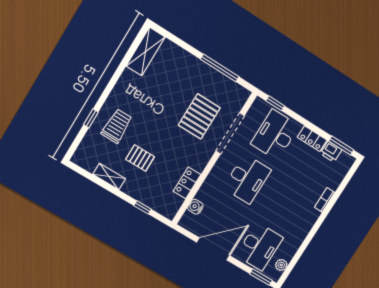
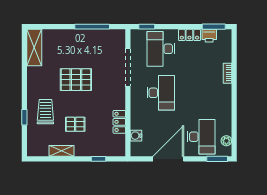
pallet: (199, 116) -> (76, 80), moved, turned 90

